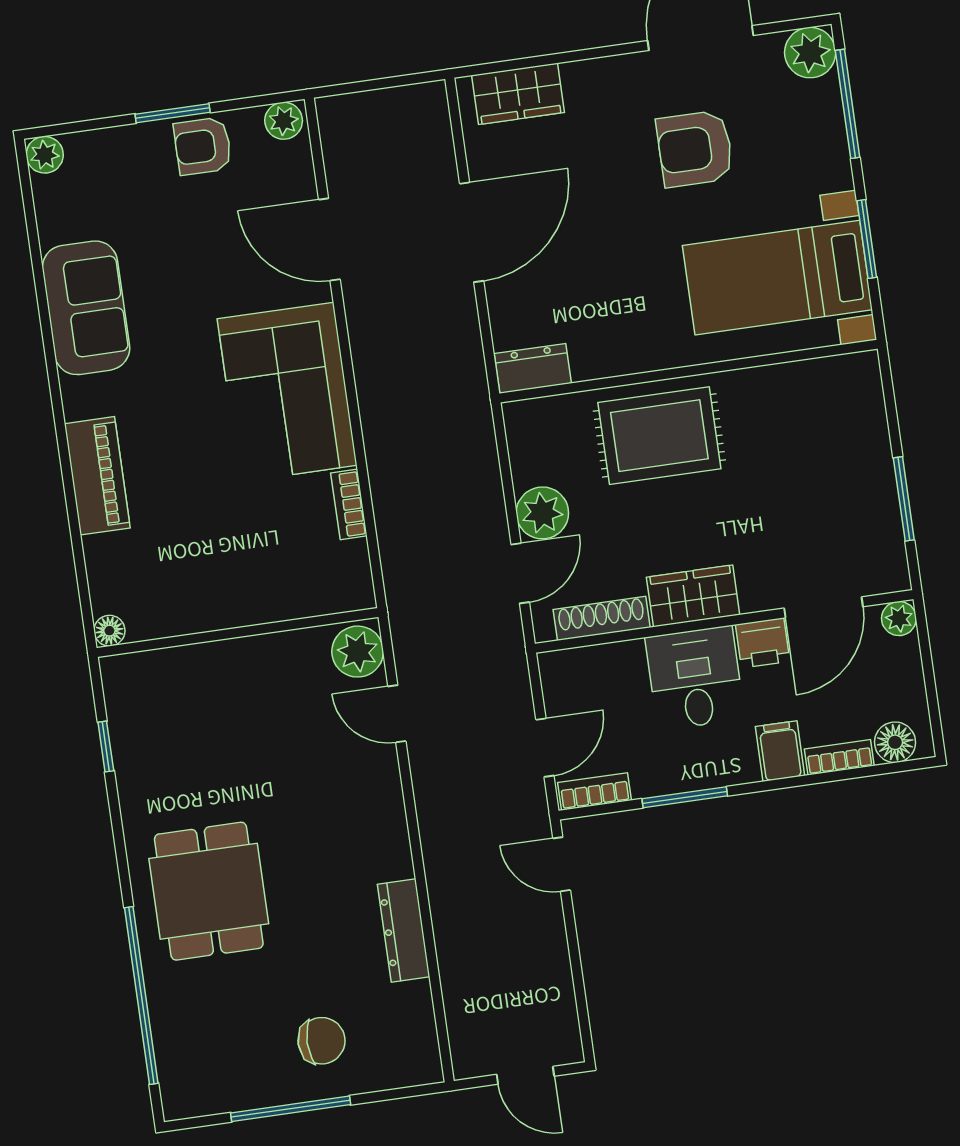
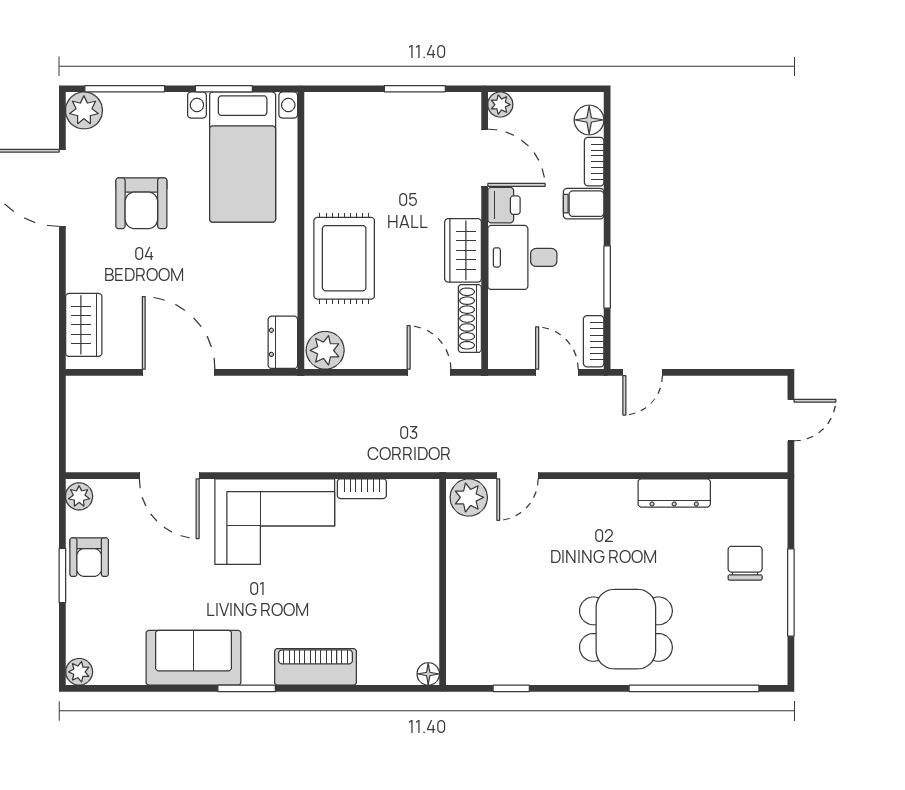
door: (329, 239) -> (169, 476), hinge flipped
window: (55, 386) -> (247, 688), added
plant: (542, 513) -> (325, 350), moved

